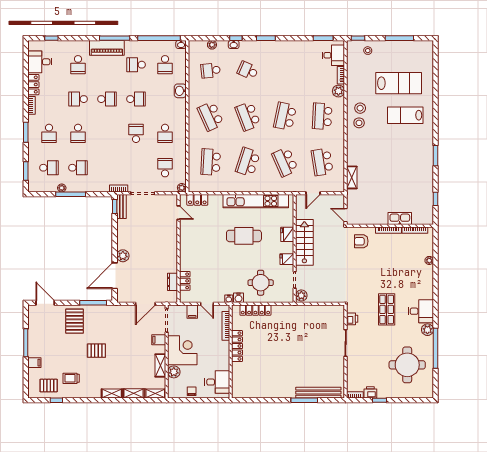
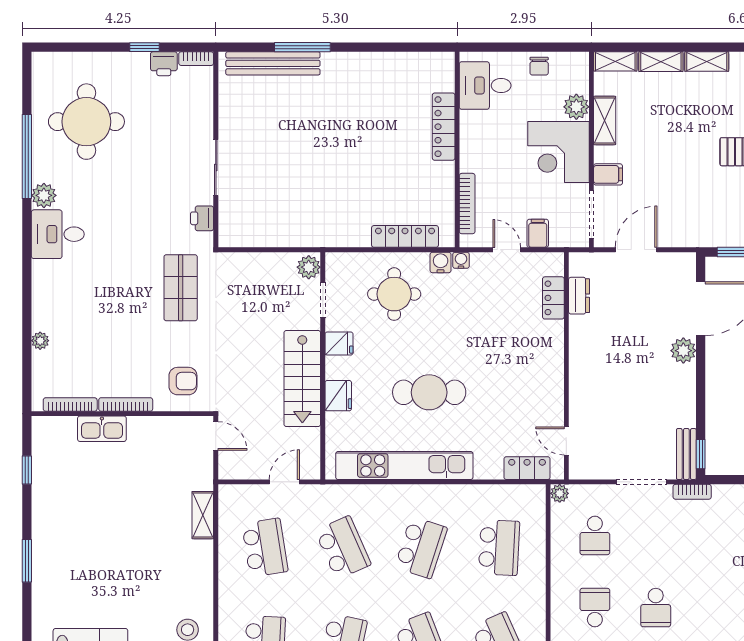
shop shelf: (387, 309) -> (181, 288), moved
locker: (237, 346) -> (444, 127), moved

